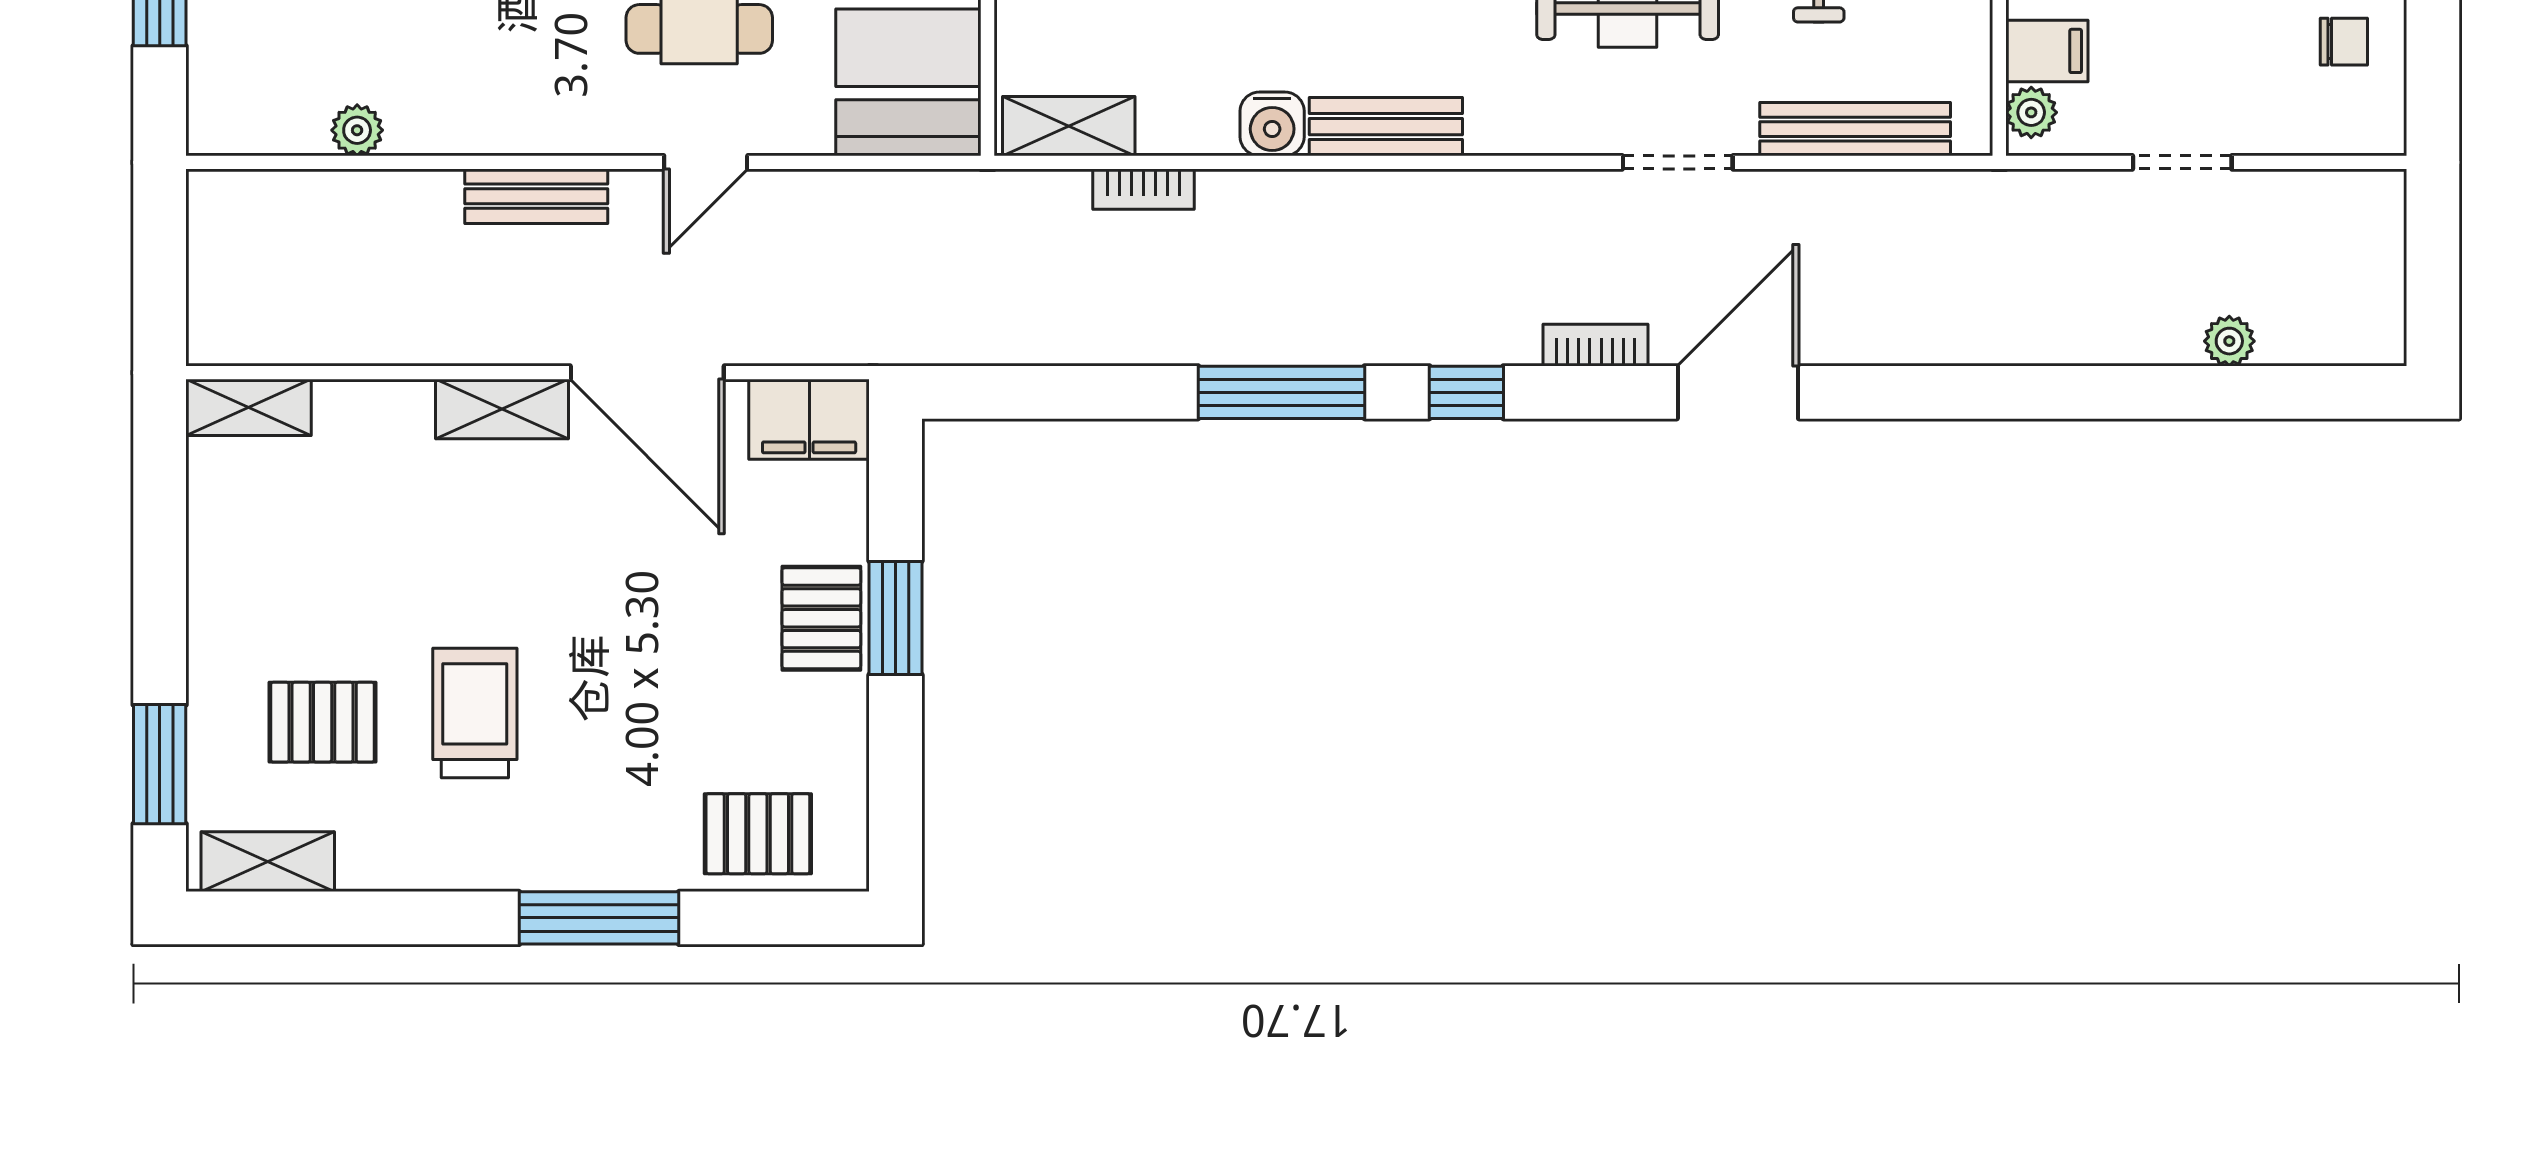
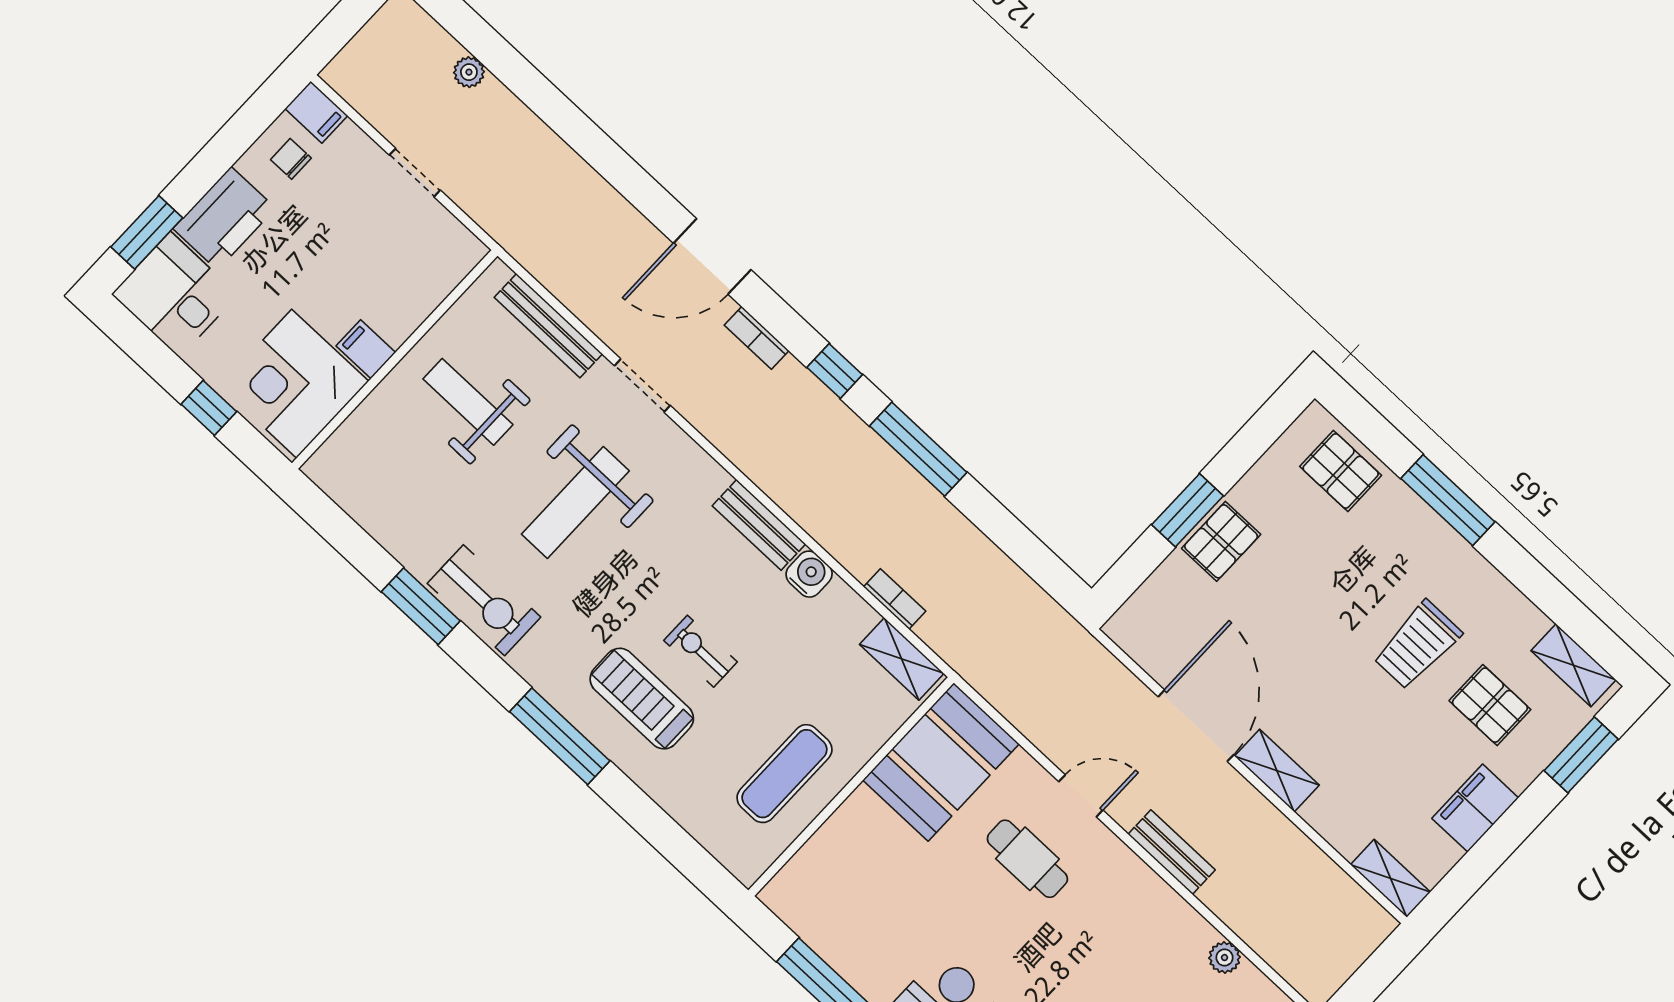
filing cabinet: (2047, 51) -> (316, 112), moved, turned 180
plant: (2031, 112) -> (462, 259), removed
filing cabinet: (809, 419) -> (1475, 808), moved, turned -90

